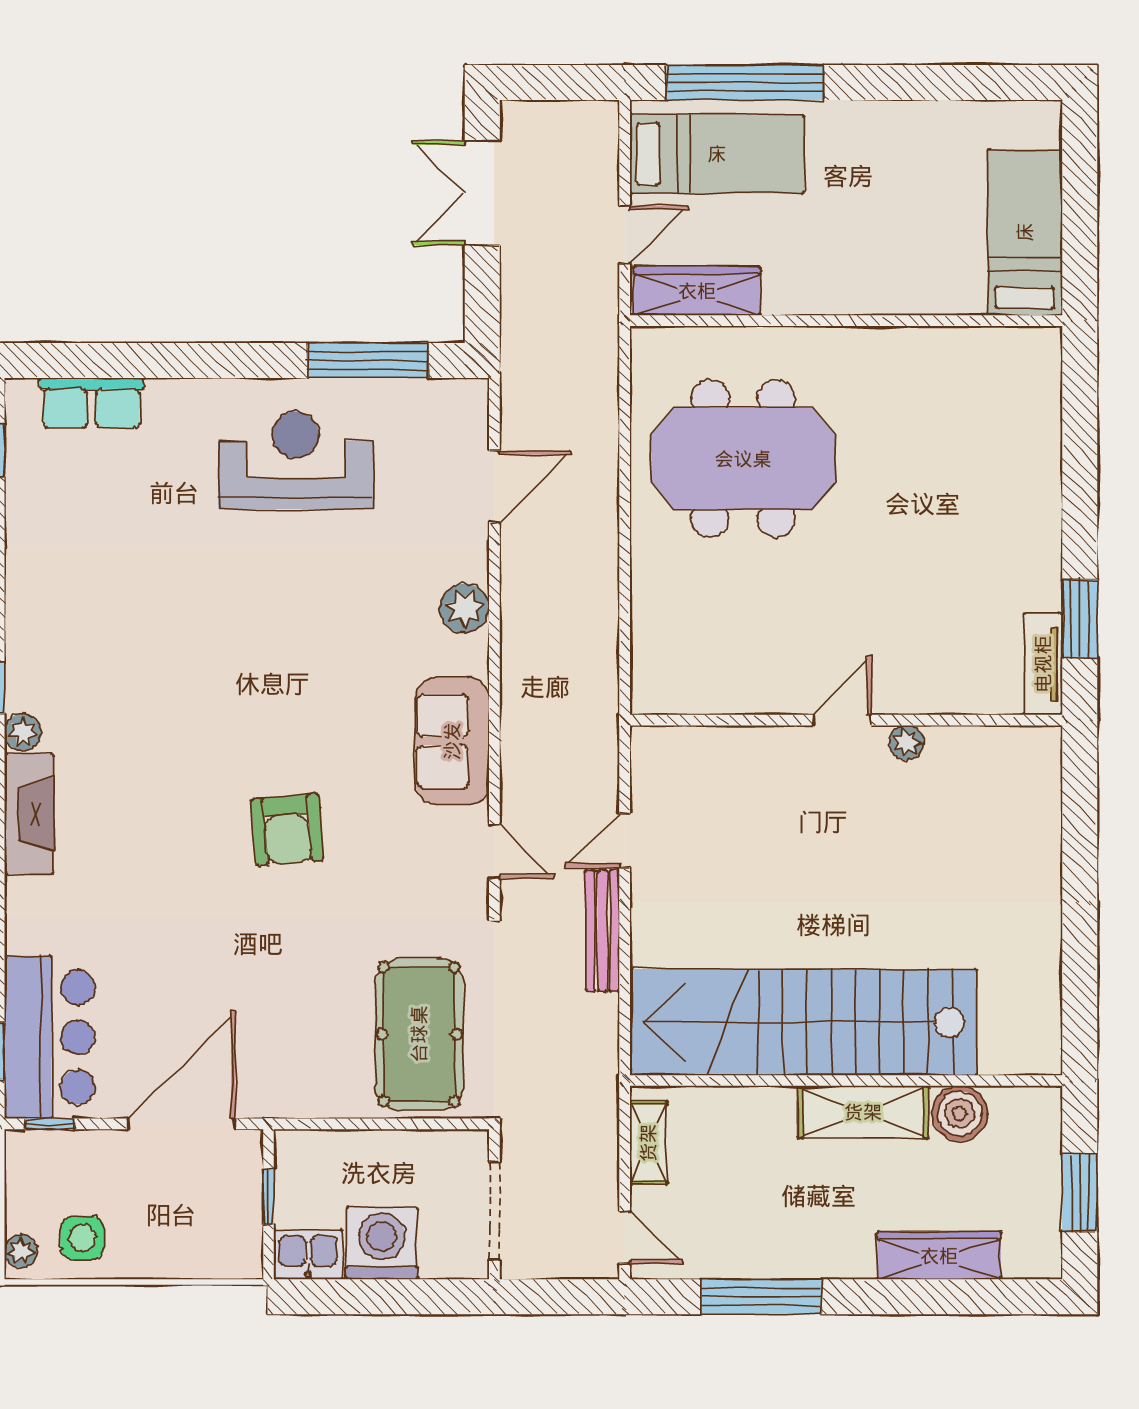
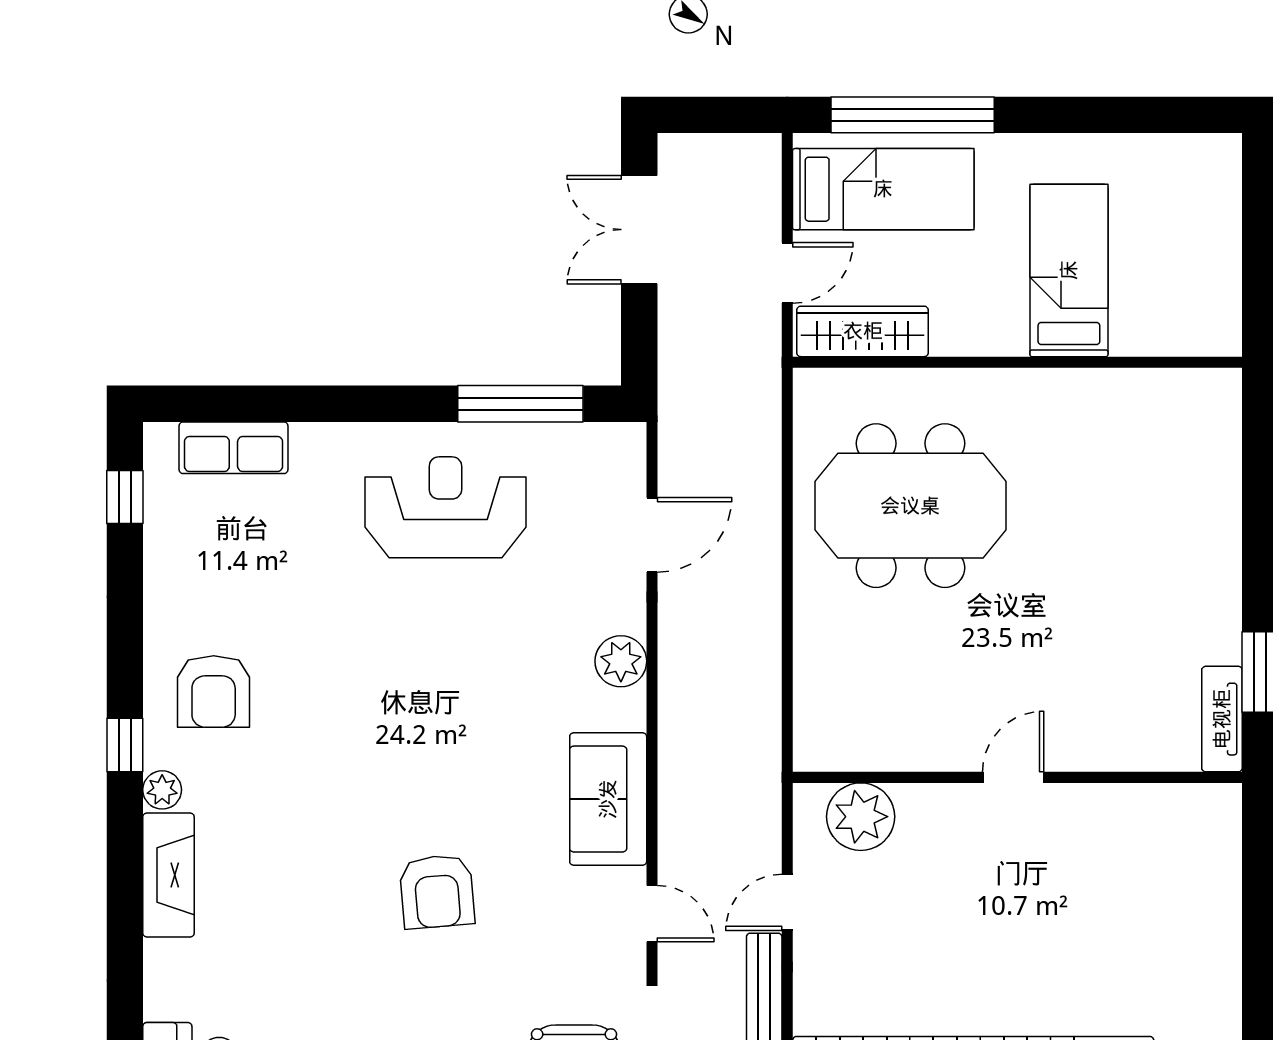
bed: (1025, 232) -> (1069, 270), moved
armchair: (72, 637) -> (214, 691), added
plant: (907, 743) -> (861, 817), moved, width x1.87, depth x1.87

